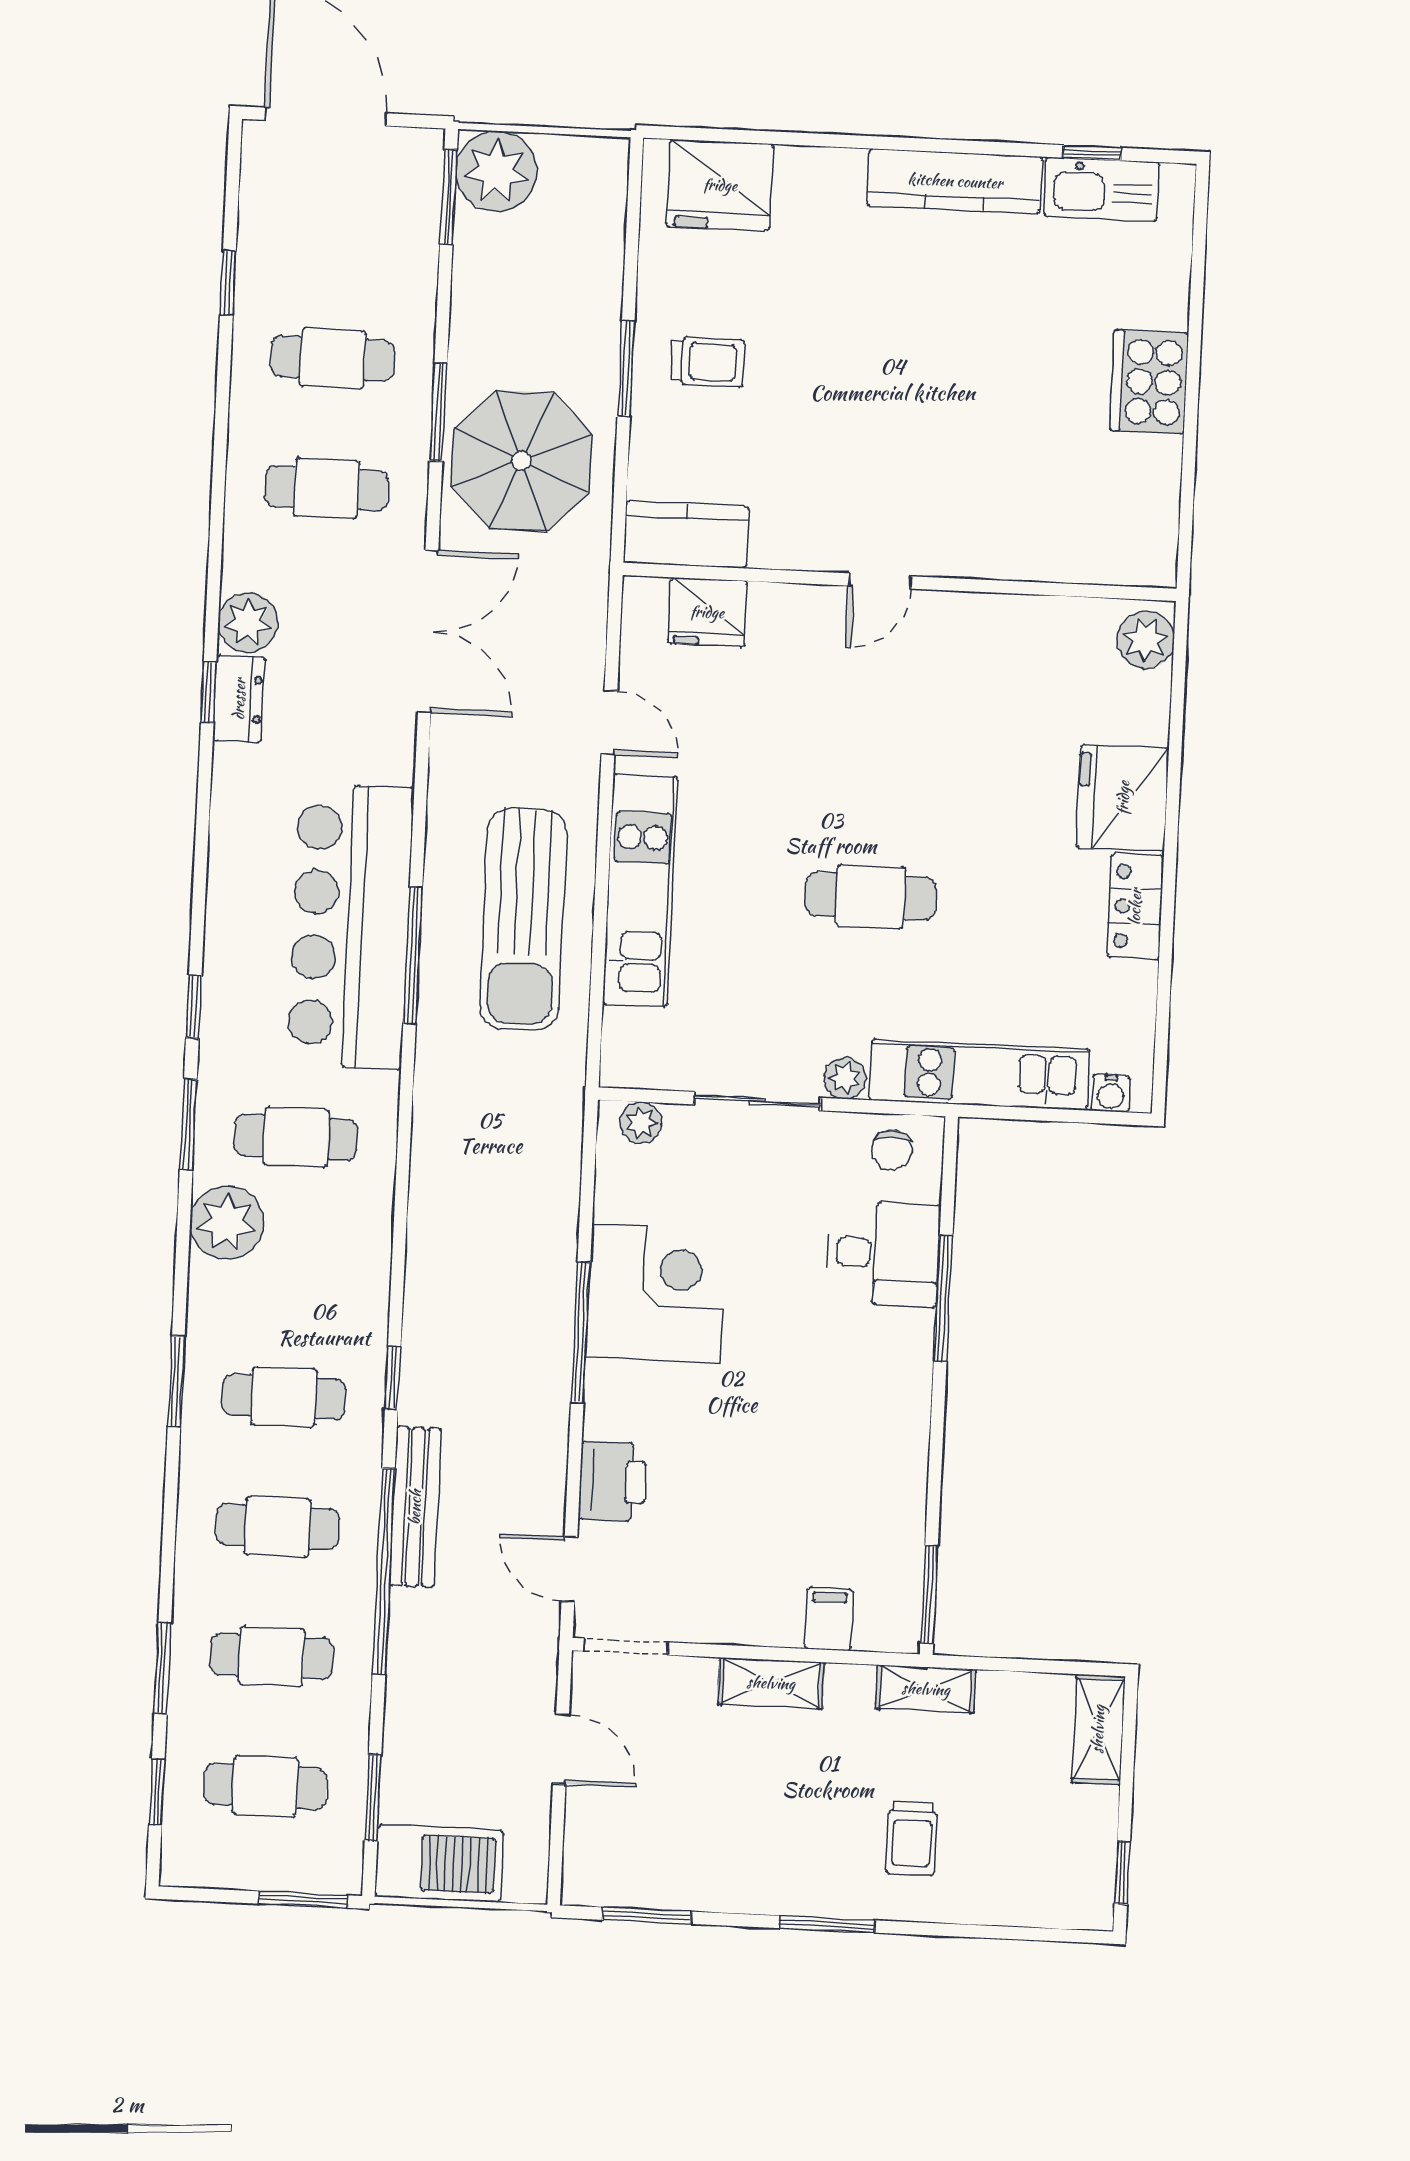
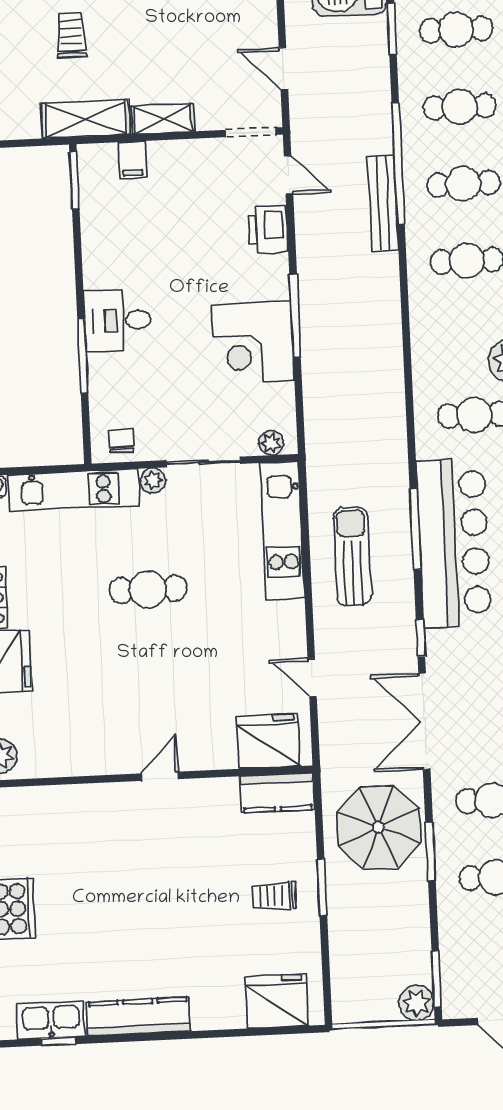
plant: (496, 171) -> (416, 1003), width x0.73, depth x0.73
fridge: (707, 612) -> (268, 741), width x1.36, depth x1.34
kitchen unit: (640, 890) -> (282, 530), moved
sun lounger: (523, 919) -> (352, 556), width x0.73, depth x0.75
desk: (883, 1253) -> (118, 320), moved
window: (393, 1378) -> (420, 638), moved
shelving: (926, 1689) -> (86, 119), width x1.50, depth x1.33

